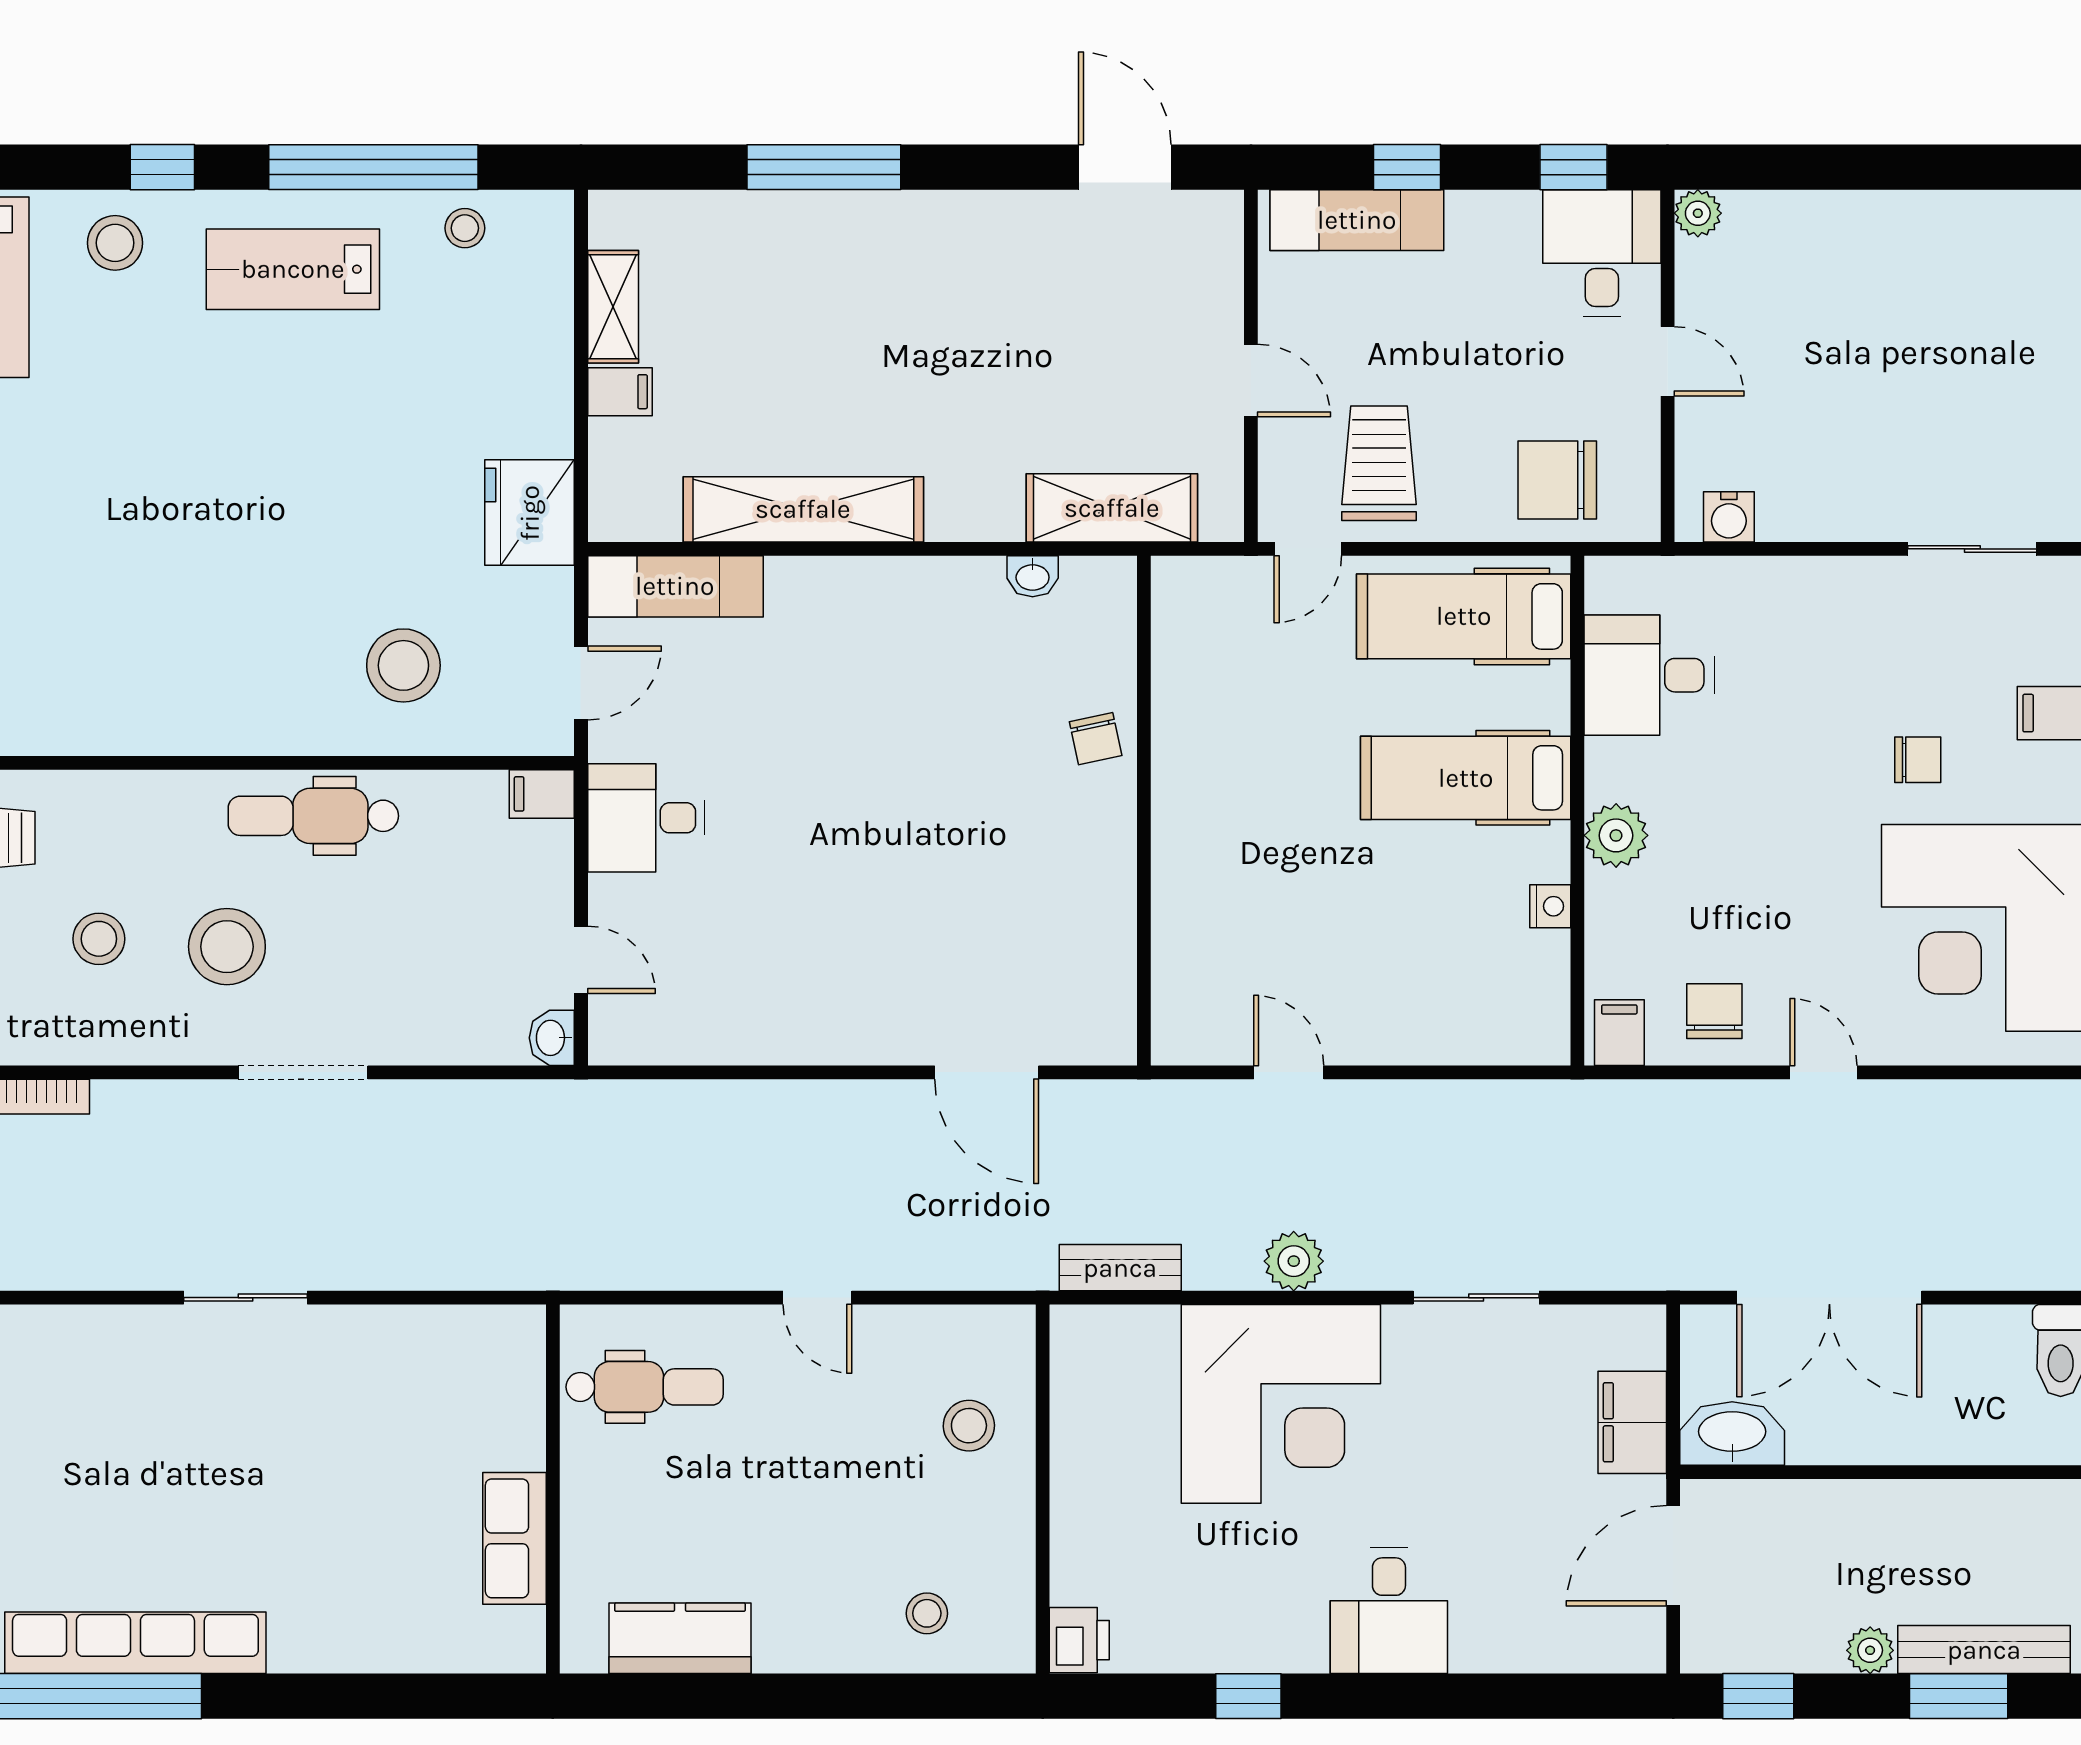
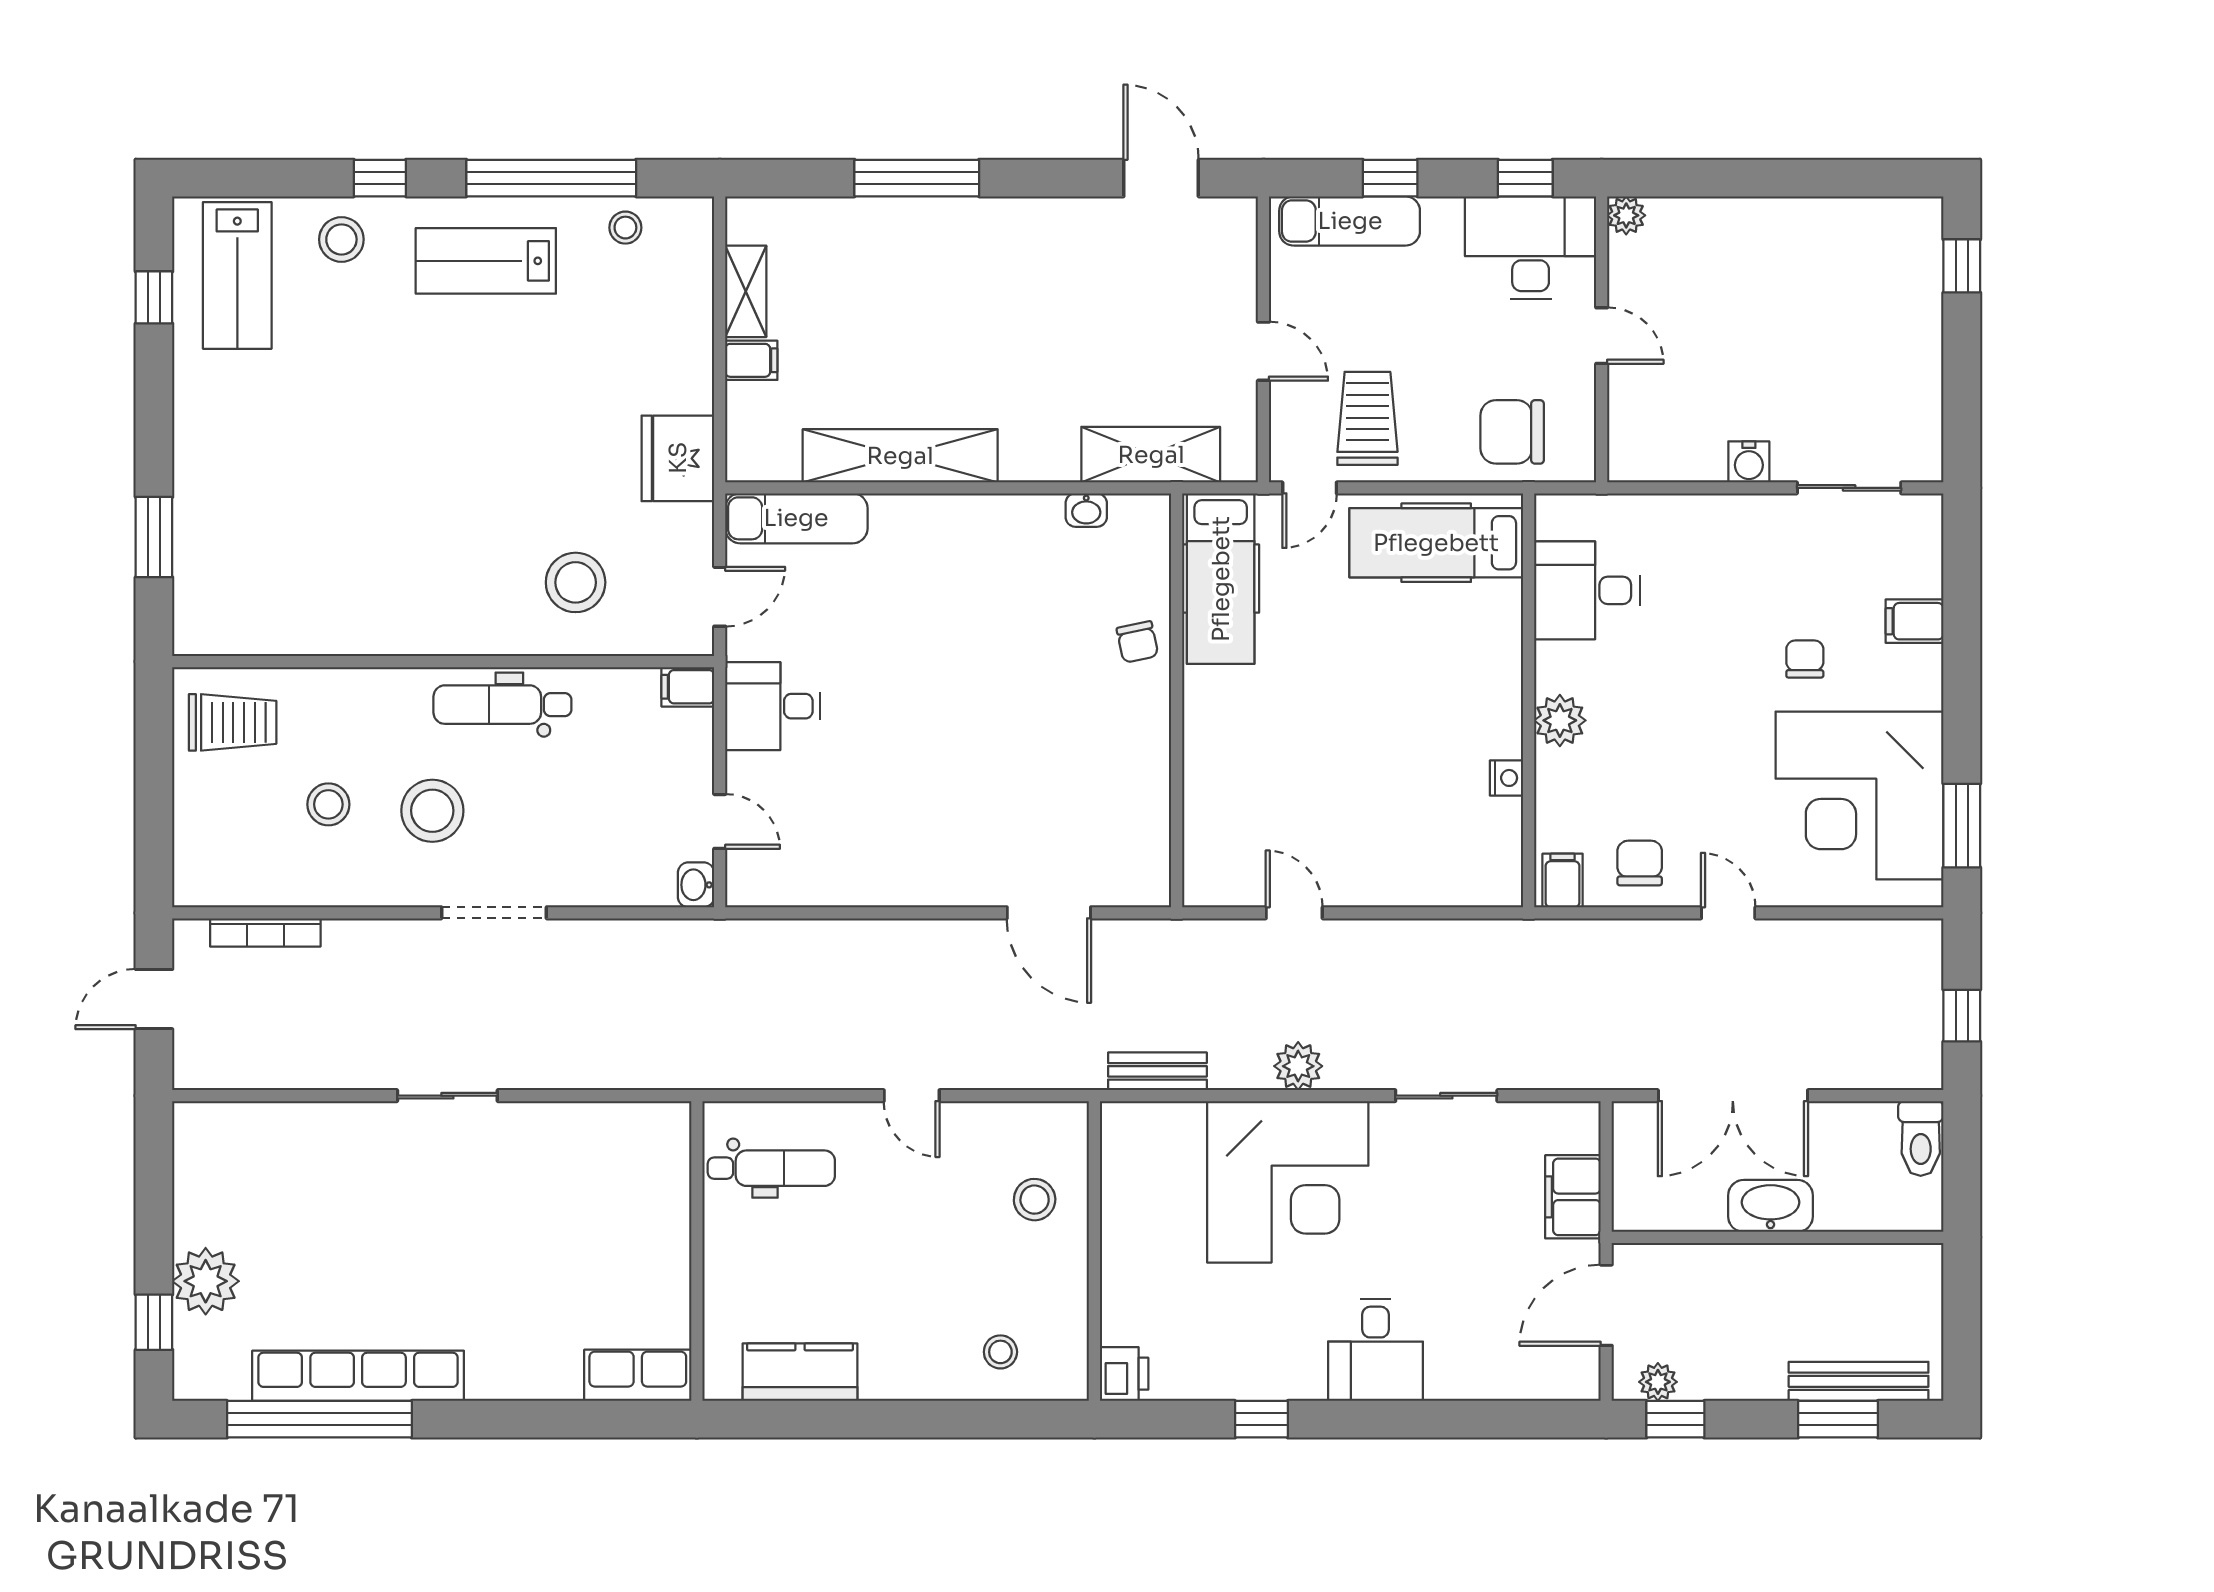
desk: (1602, 253) -> (1531, 248), width x1.37
water cooler: (1729, 517) -> (1749, 462), moved
chair: (1918, 760) -> (1805, 659), turned -90
hospital bed: (1466, 778) -> (1221, 579), moved, turned -90
washbasin: (1732, 1433) -> (1771, 1206), moved
row of seats: (515, 1538) -> (638, 1375), moved, turned 90
plant: (1870, 1650) -> (1658, 1382), moved

